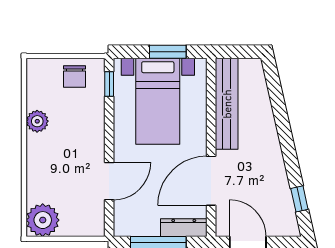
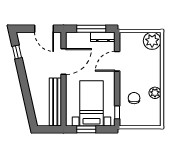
chair: (74, 77) -> (134, 98), moved
dresser: (184, 228) -> (103, 37), moved

